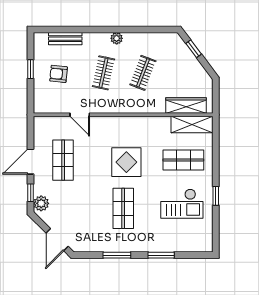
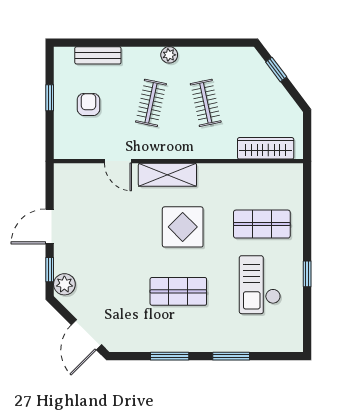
clothes rail: (143, 73) -> (206, 103), turned -33
armchair: (59, 74) -> (89, 104), turned 84
shelving: (192, 125) -> (167, 175), moved
shop shelf: (63, 160) -> (95, 224), removed
checkout: (182, 204) -> (260, 285), turned 90
shop shelf: (123, 208) -> (178, 291), turned 90

